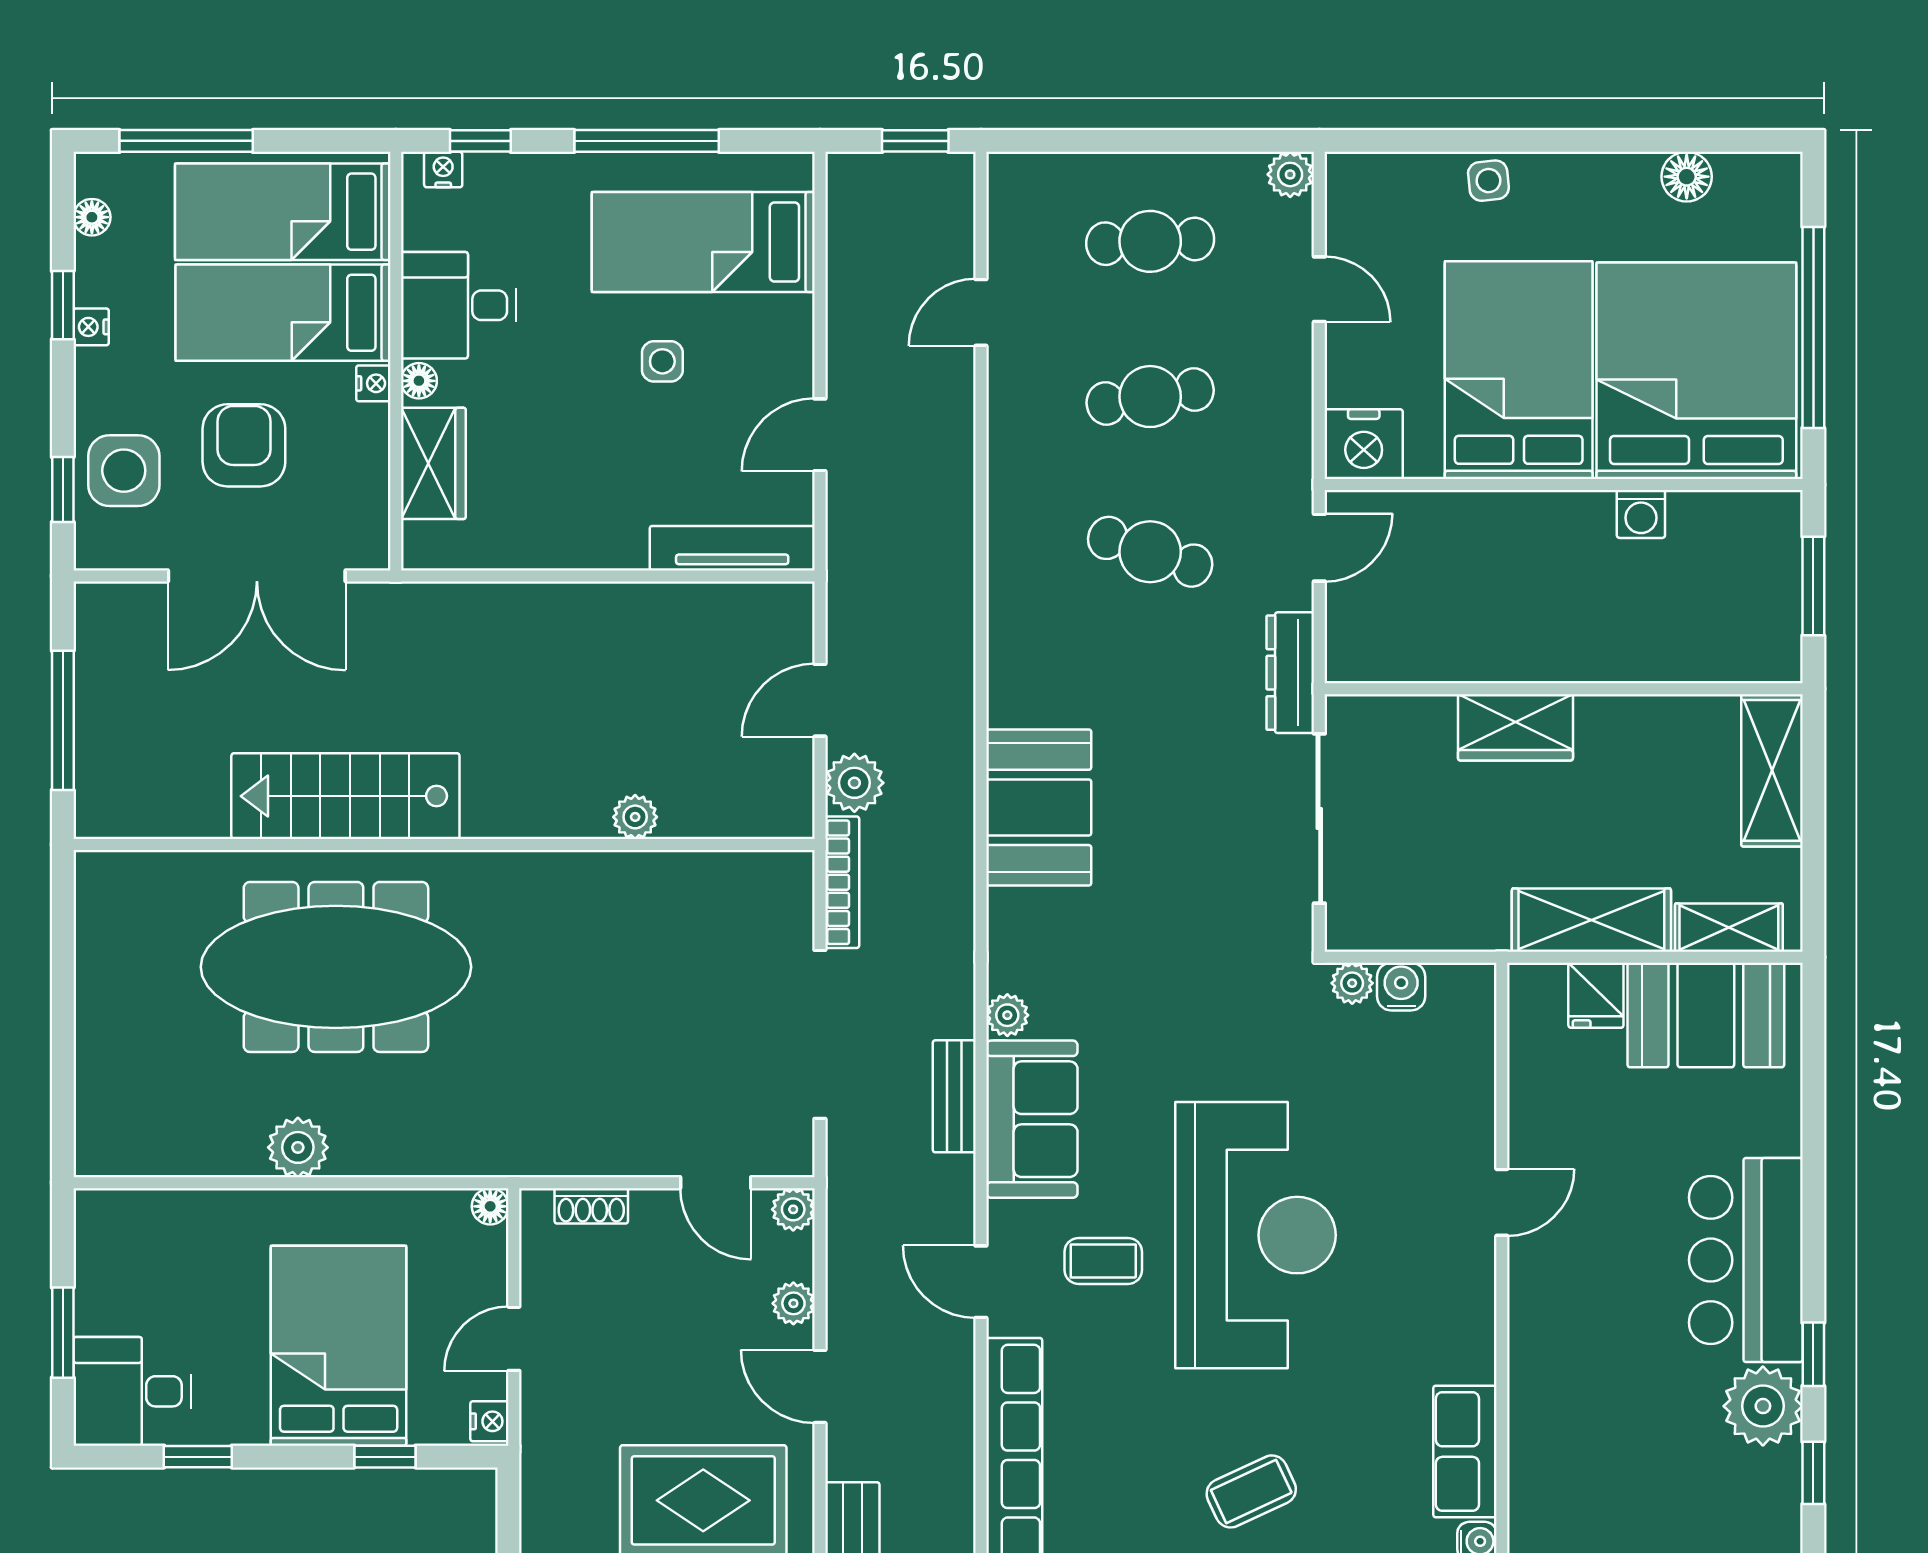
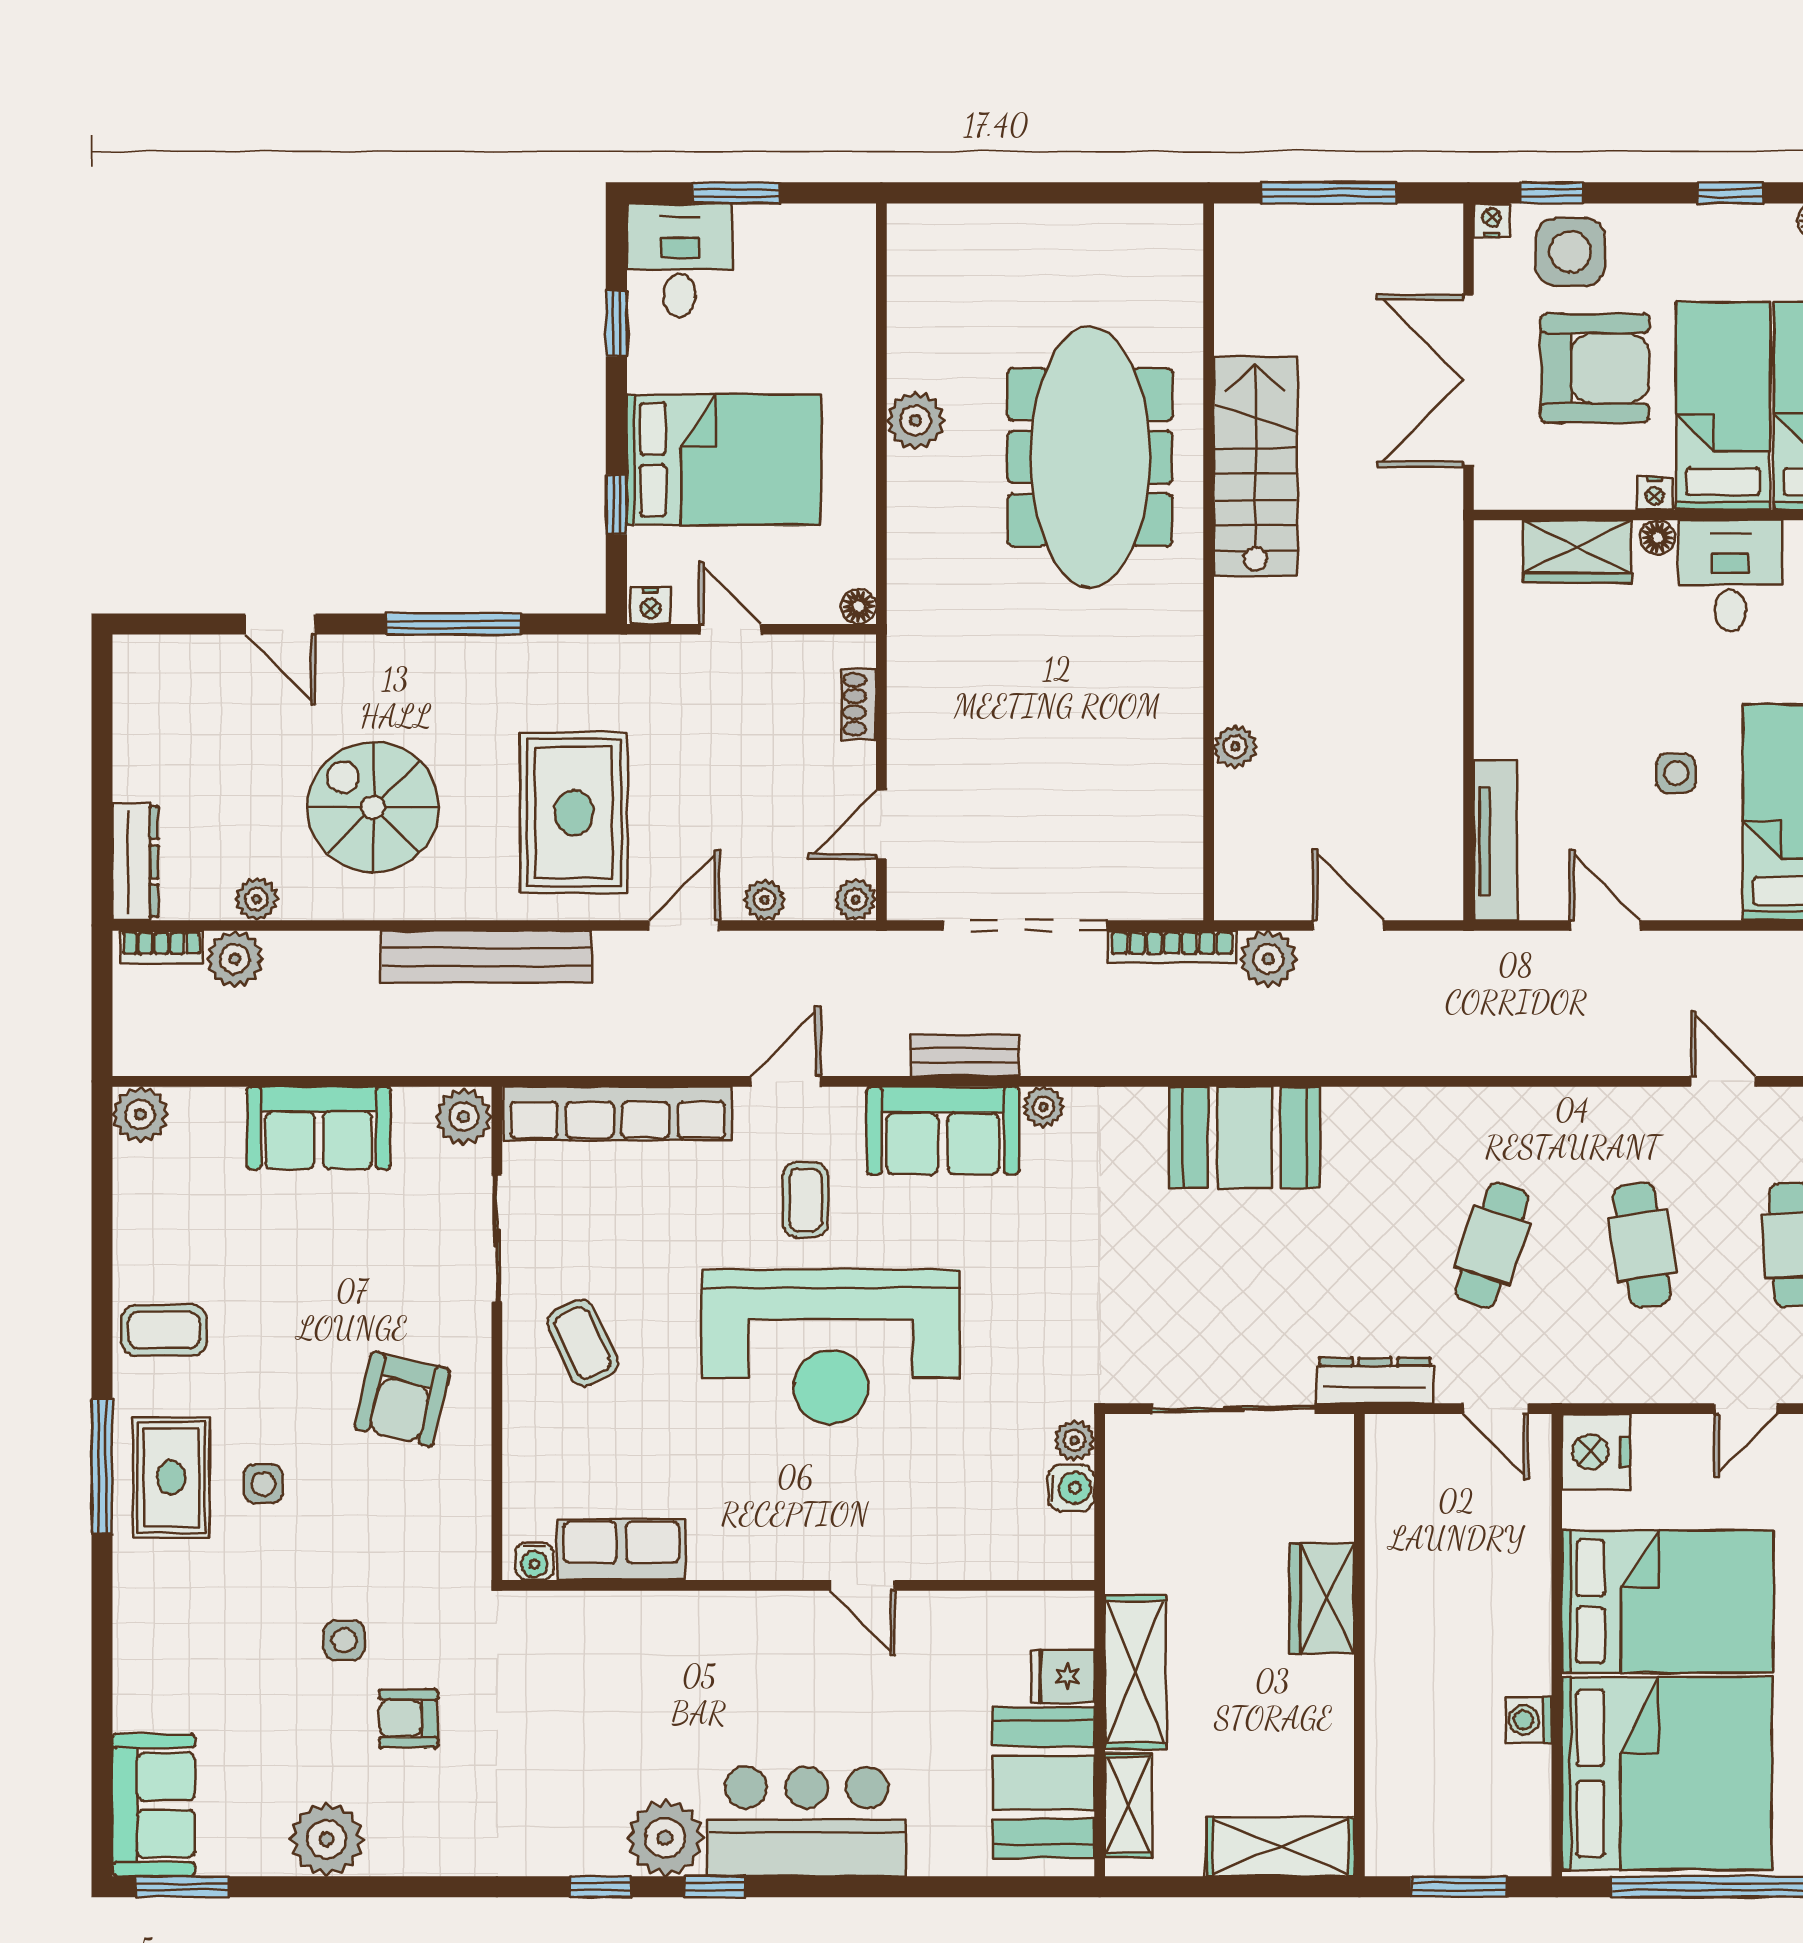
nightstand: (91, 327) -> (1492, 220), moved
armchair: (244, 445) -> (1595, 368), width x1.36, depth x1.36

